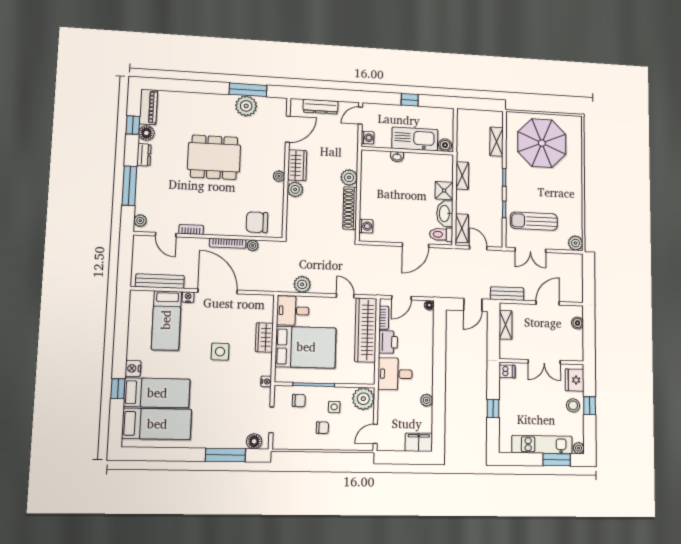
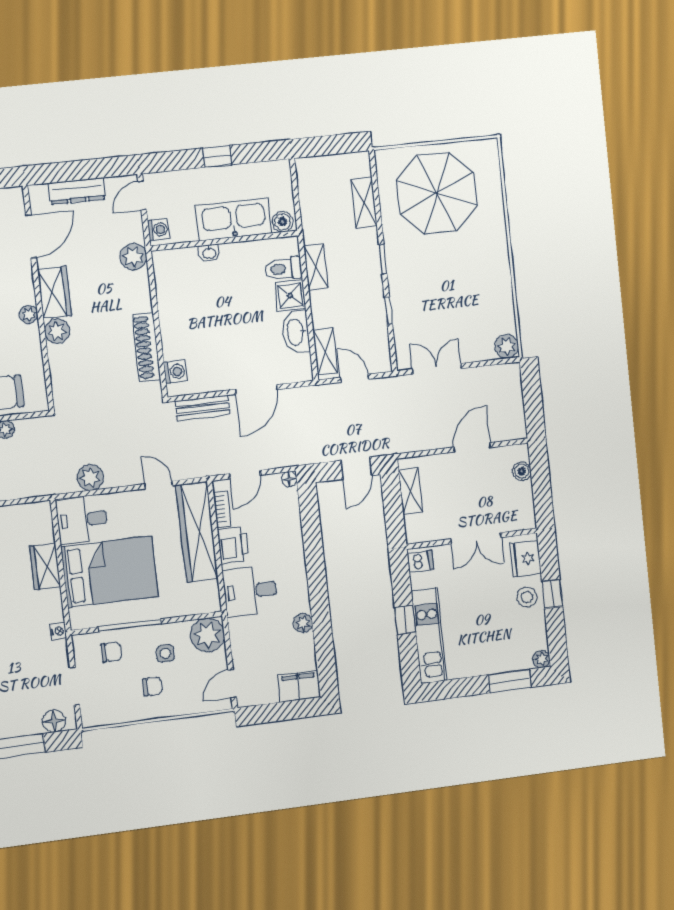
plant: (349, 177) -> (133, 257), moved
sun lounger: (534, 221) -> (437, 322), removed
toilet: (441, 234) -> (283, 269), moved
double door: (530, 250) -> (437, 369), swing flipped
bench: (507, 294) -> (203, 408), moved
kitchen unit: (542, 444) -> (429, 636), moved, turned 90

